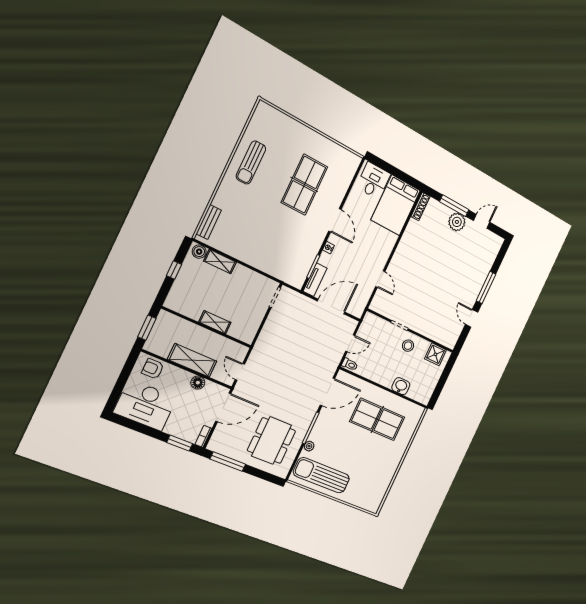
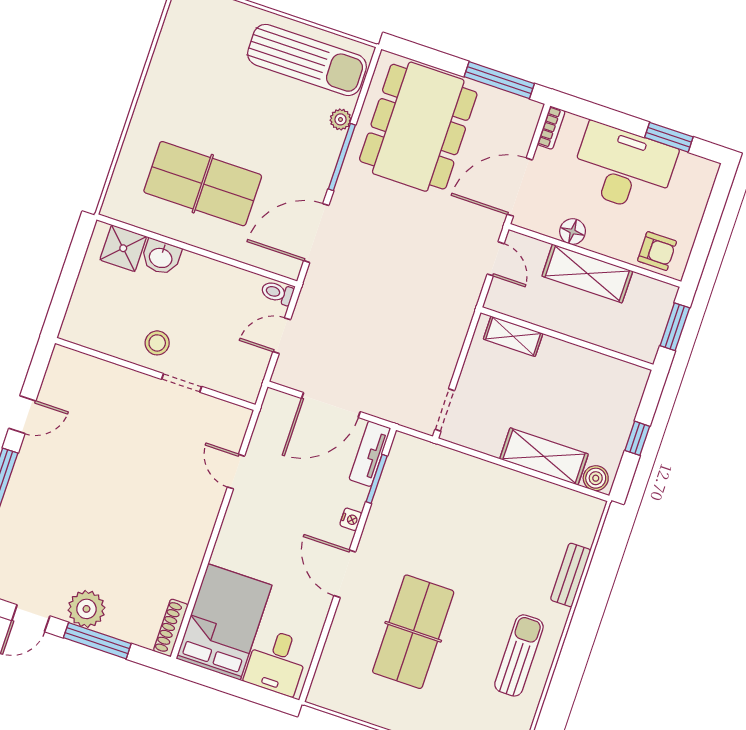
bench: (209, 222) -> (571, 575), moved
shelving: (220, 262) -> (544, 456), width x1.50, depth x1.33
door: (472, 318) -> (22, 415), hinge flipped
shelving: (215, 322) -> (513, 336), moved
shower: (435, 354) -> (123, 248), moved
desk: (145, 405) -> (624, 168), moved
dining table: (271, 441) -> (418, 127), width x1.36, depth x1.24
window: (180, 443) -> (669, 137), moved

